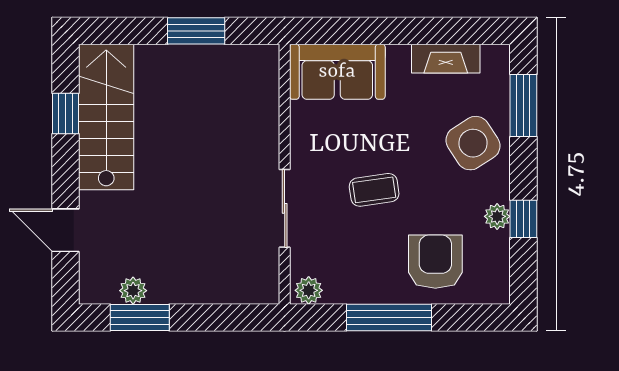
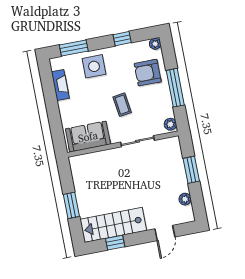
window: (196, 31) -> (71, 205), moved
sofa: (337, 72) -> (88, 137), moved, turned -90
side table: (473, 143) -> (94, 66), turned 33
plant: (497, 216) -> (155, 44), moved
window: (140, 317) -> (191, 170), moved

